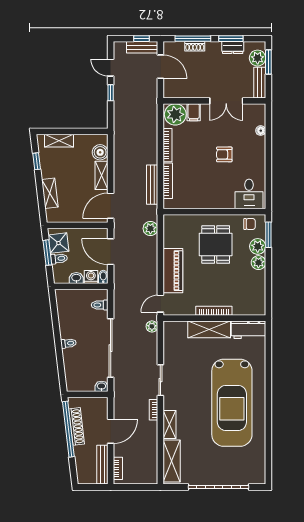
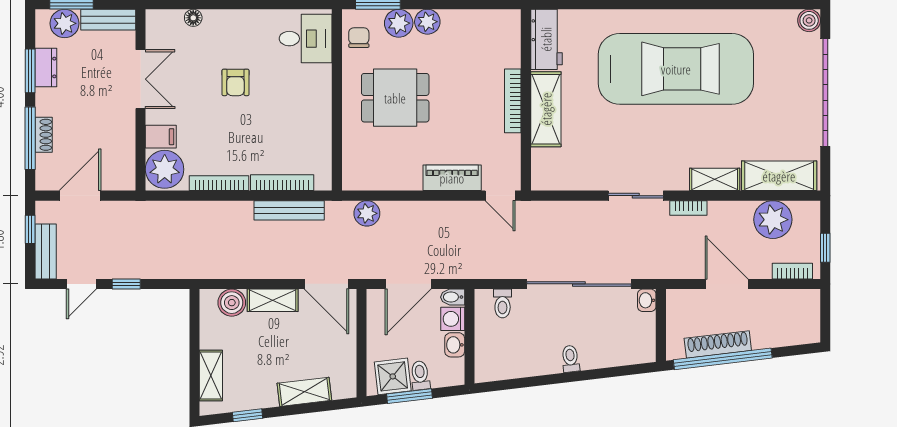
bench: (142, 47) -> (46, 252), moved
piano: (173, 271) -> (452, 178), width x0.73, depth x0.75
plant: (152, 326) -> (773, 220), moved, width x1.87, depth x1.87
bench: (102, 465) -> (786, 299), removed
boiler: (259, 478) -> (809, 20), added
window: (131, 487) -> (825, 248), added

